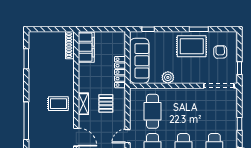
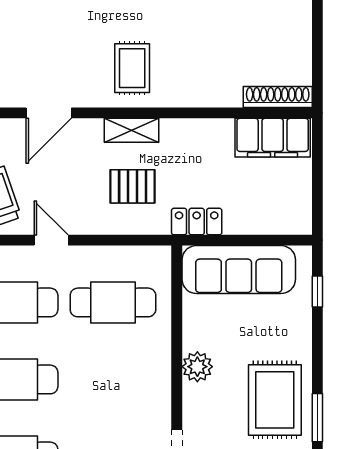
locker: (120, 72) -> (197, 222), width x0.66
plant: (168, 77) -> (197, 367), moved

